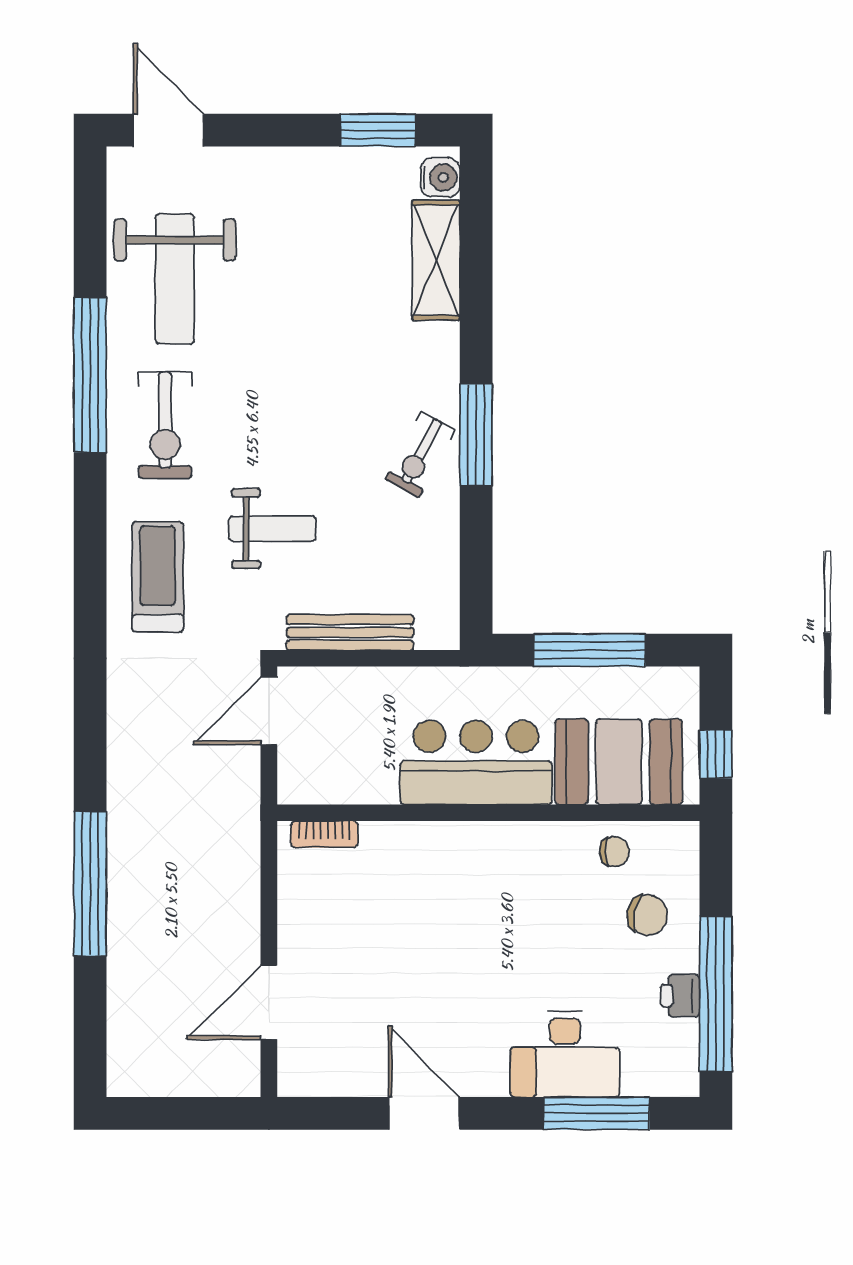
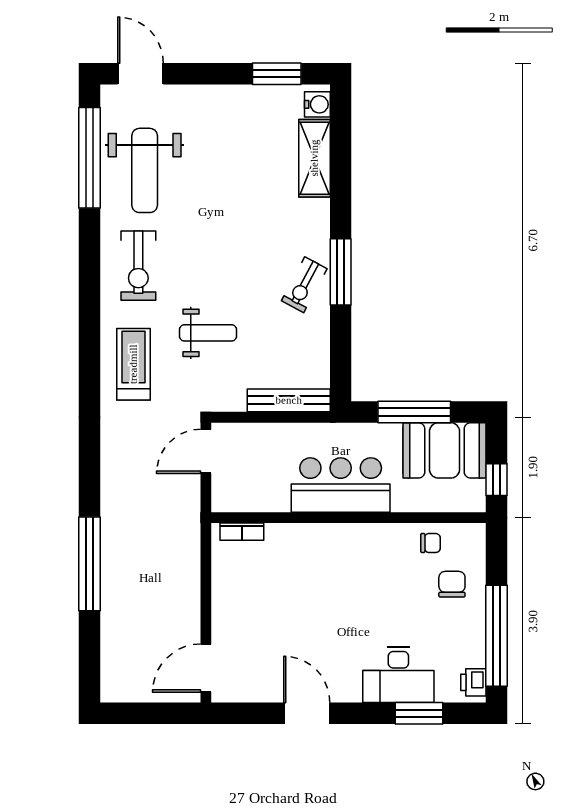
window: (90, 375) -> (90, 158), moved
bench: (350, 632) -> (289, 400), moved
booth: (619, 762) -> (445, 450), moved
chair: (647, 915) -> (452, 584), turned -101
printer: (680, 996) -> (473, 682), moved
door: (269, 1002) -> (206, 668), moved
window: (596, 1113) -> (419, 713), width x0.69

